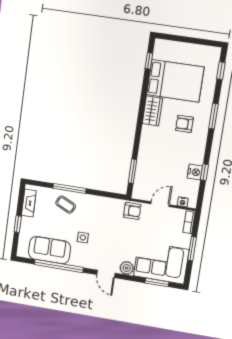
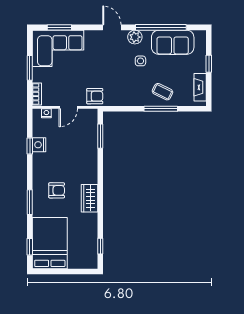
bed: (175, 81) -> (50, 243), moved, turned 90
armchair: (132, 211) -> (95, 96), turned 180
plant: (127, 268) -> (135, 37), moved

